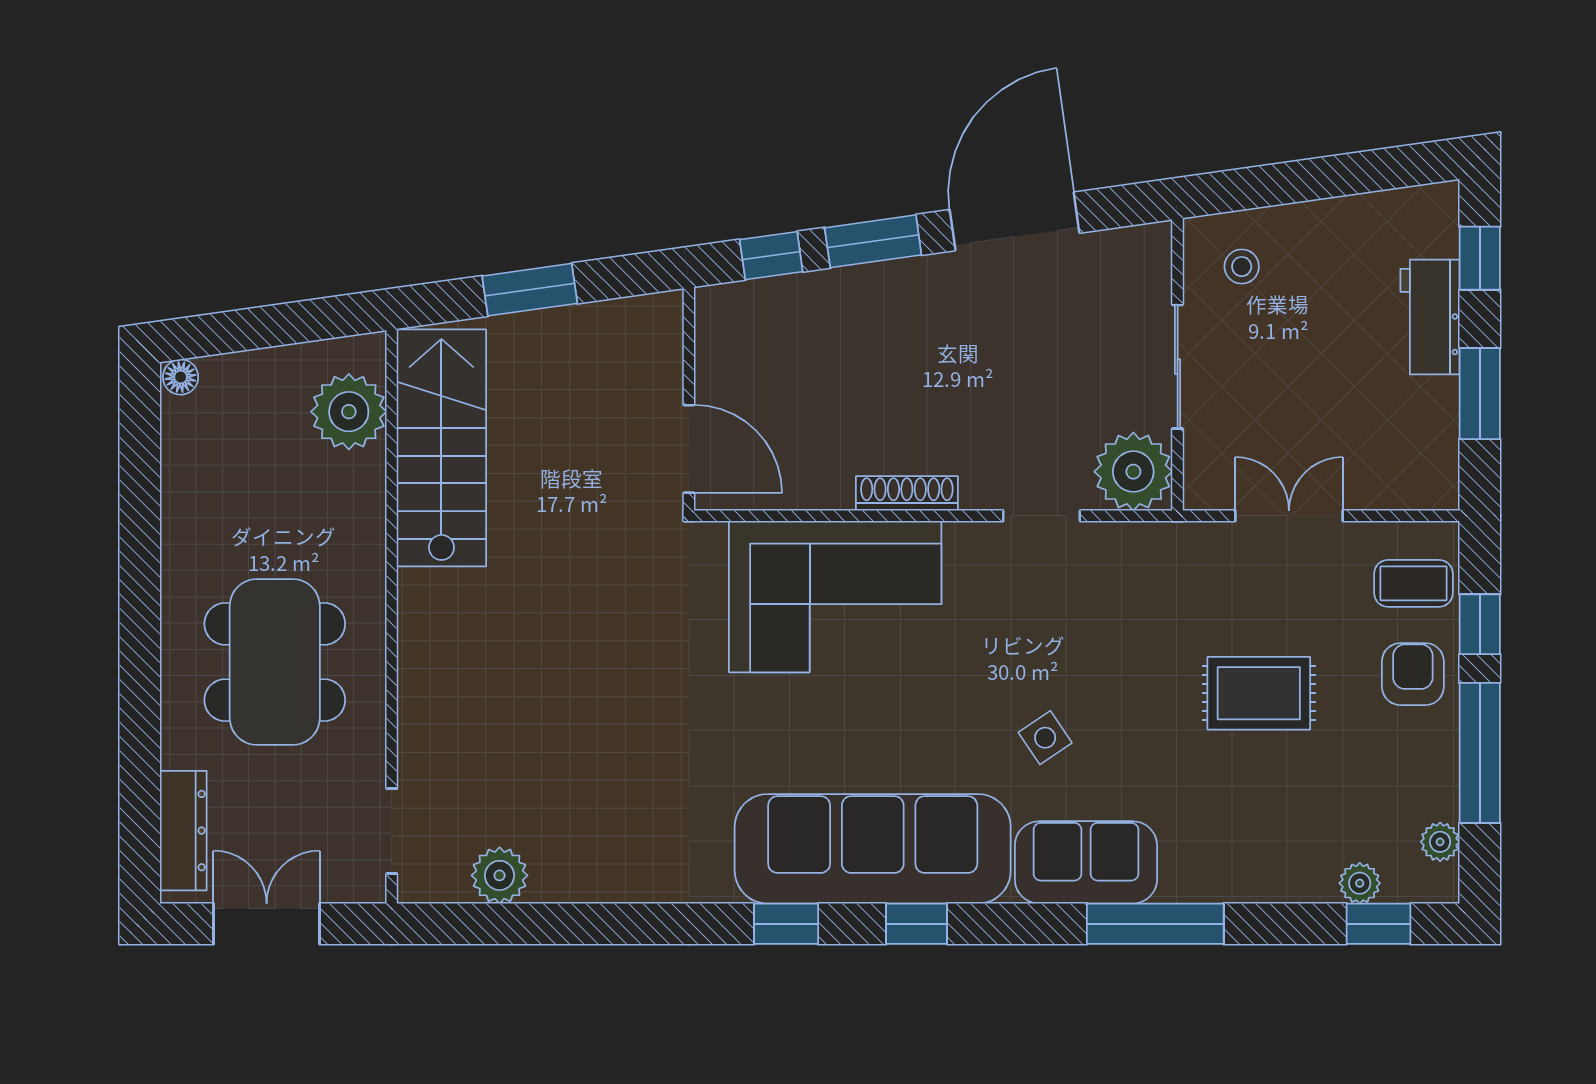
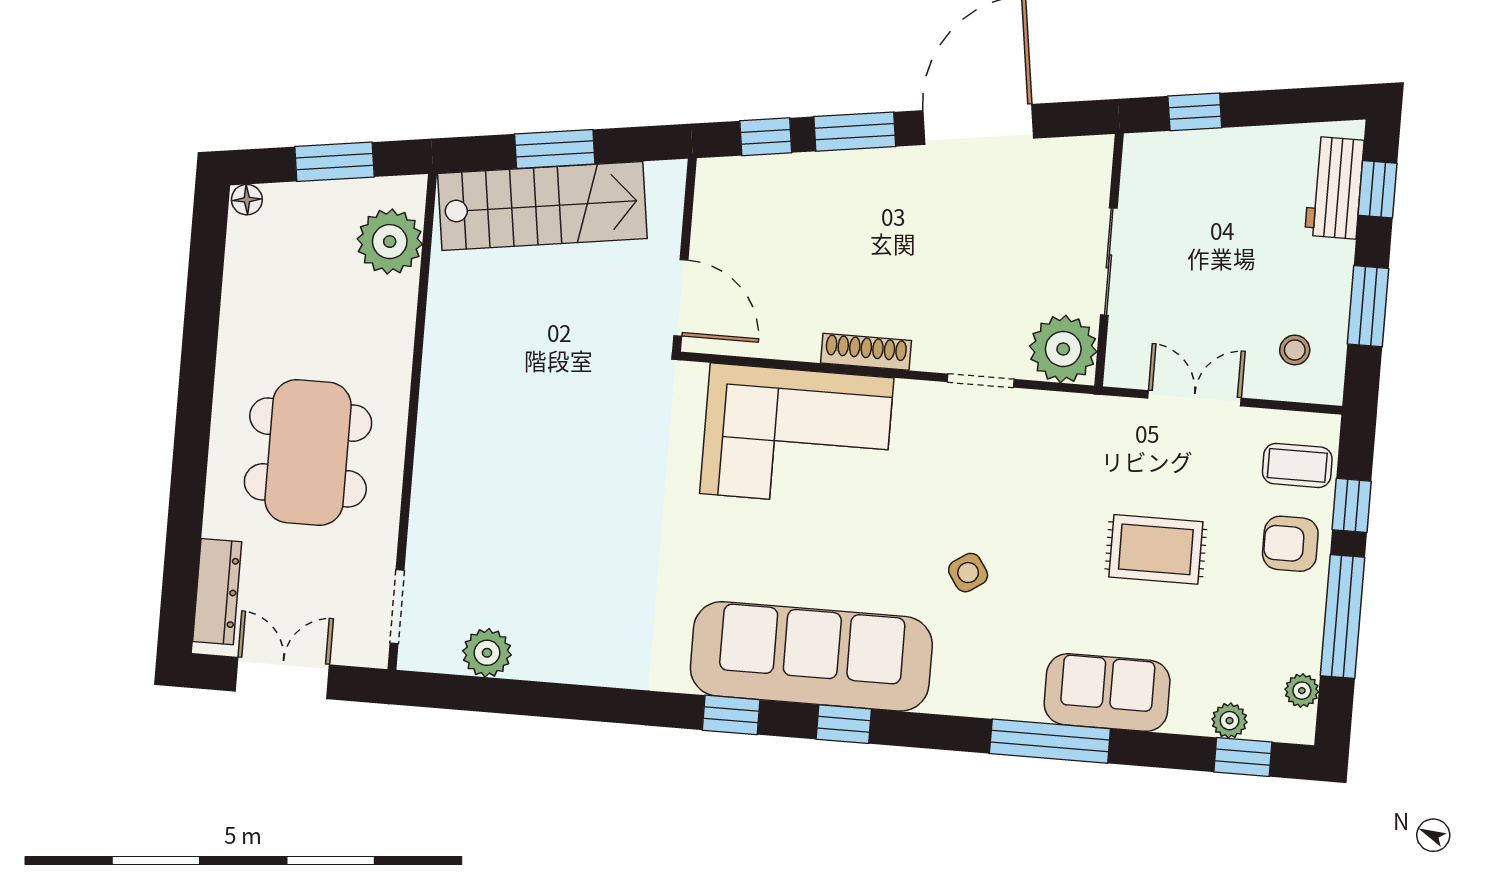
window: (1262, 186) -> (1195, 112), added
stool: (1242, 267) -> (1295, 350), moved
workbench: (1430, 317) -> (1334, 188), moved
window: (278, 325) -> (335, 162), added
stairs: (441, 448) -> (542, 206), moved, turned 82
armchair: (1413, 674) -> (1290, 544), turned -90
sofa: (1086, 862) -> (1107, 692), moved

